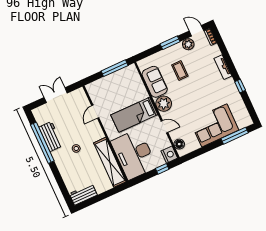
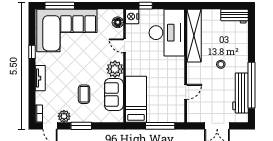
window: (115, 68) -> (160, 126), moved
bed: (134, 115) -> (136, 99), moved, turned -90
corner sofa: (214, 125) -> (67, 30), width x1.36, depth x1.36
workbench: (51, 137) -> (240, 93), width x1.38

